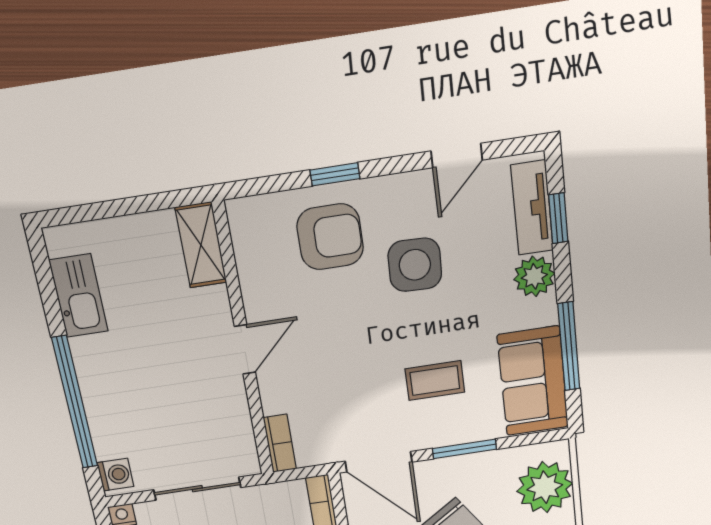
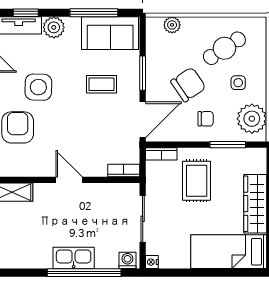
kitchen sink: (79, 296) -> (74, 258), moved
coffee table: (435, 381) -> (102, 84), turned 90
plant: (545, 487) -> (172, 25), width x0.53, depth x0.53

